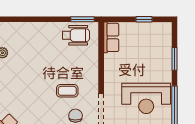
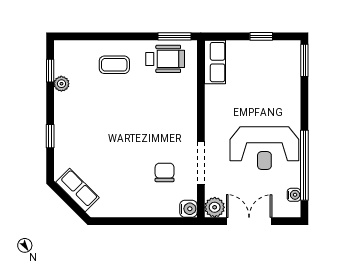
window: (175, 59) -> (304, 60), moved
coffee table: (67, 91) -> (114, 65), moved

